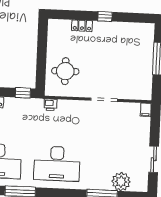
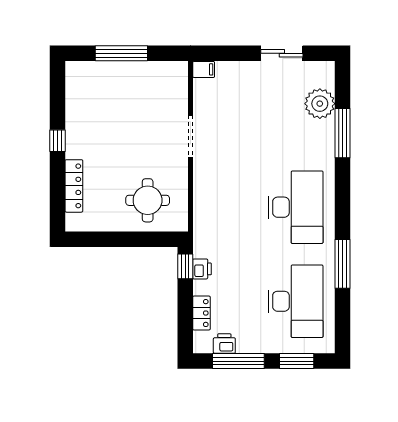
locker: (82, 26) -> (74, 186), width x1.53
printer: (50, 105) -> (202, 269), moved

